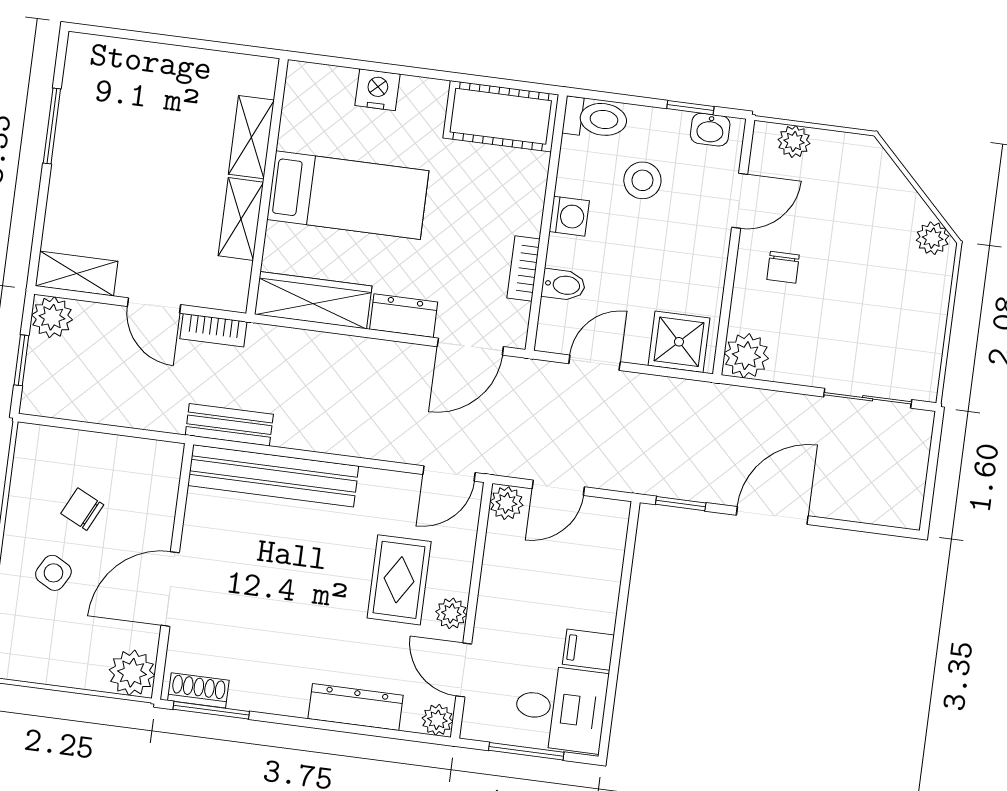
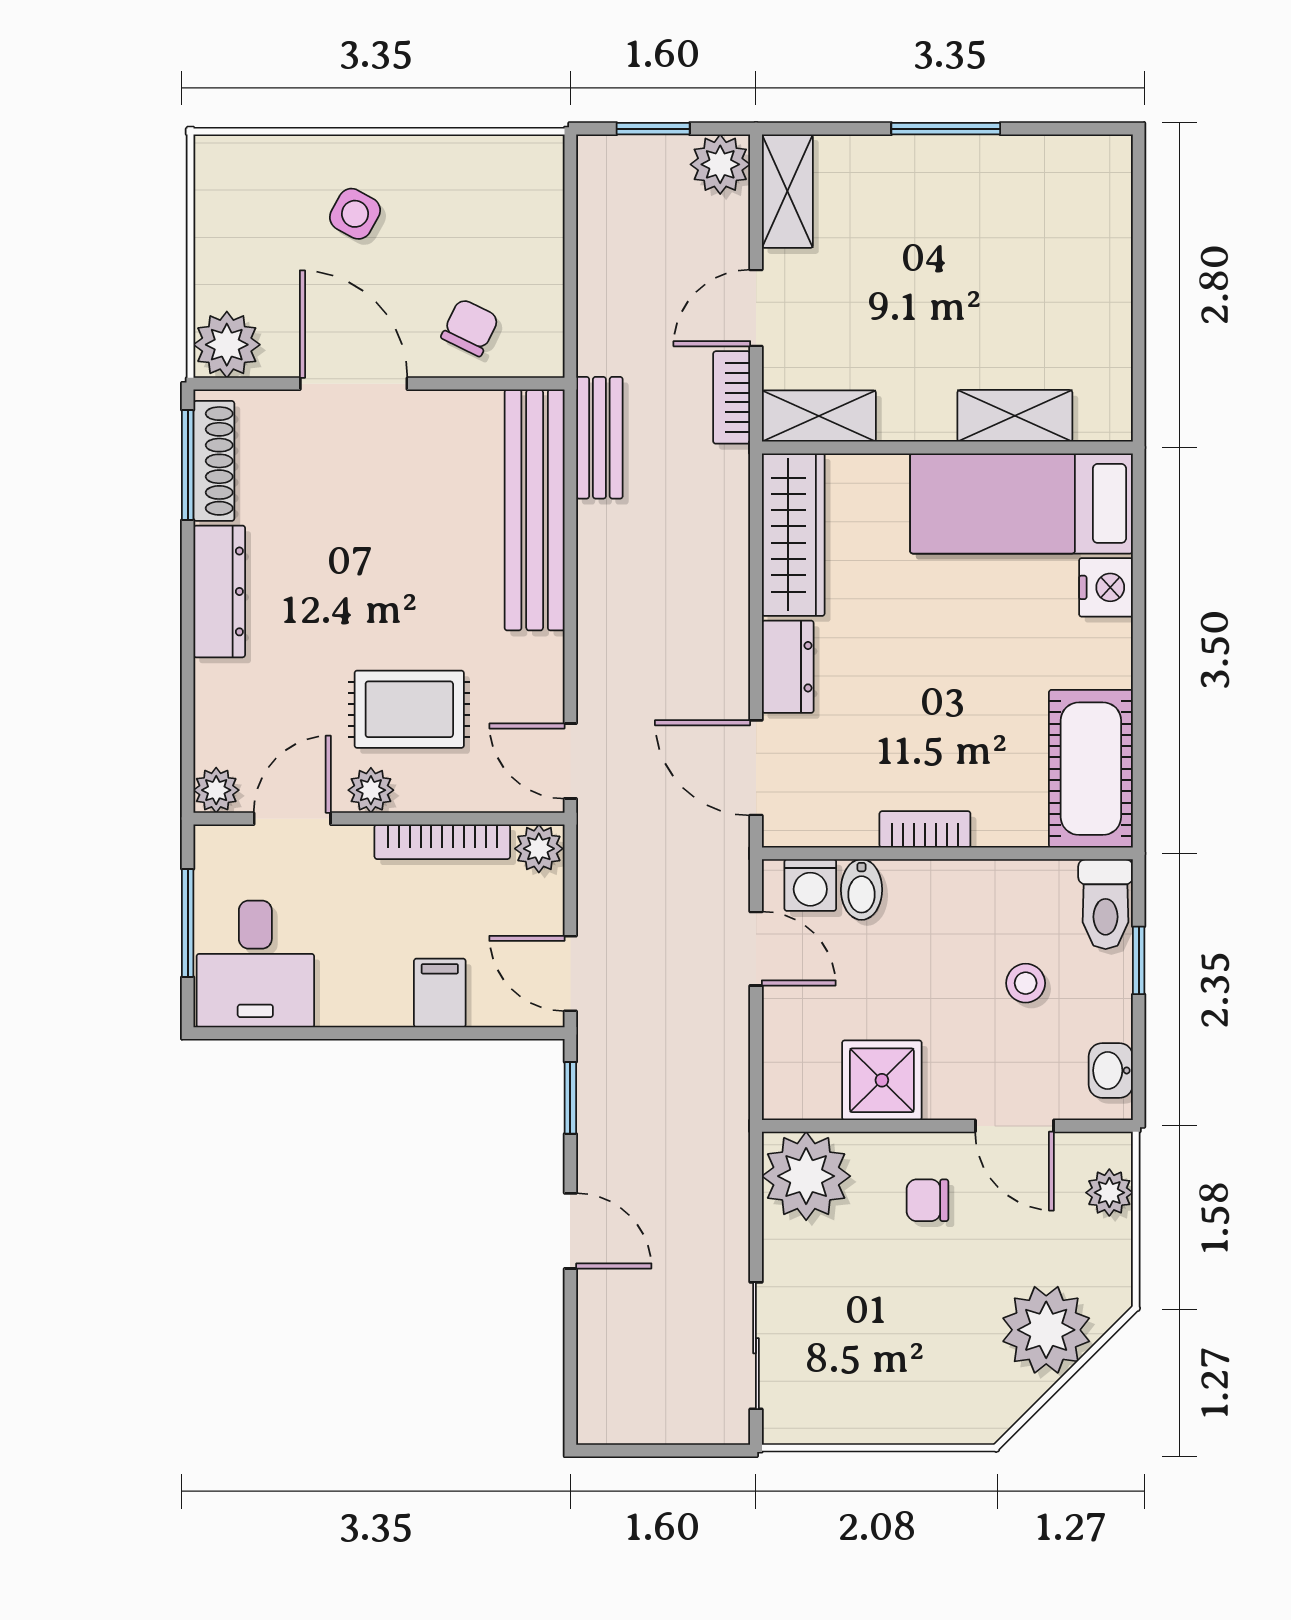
window: (690, 108) -> (1139, 960), moved
window: (52, 126) -> (946, 129), moved
stool: (642, 180) -> (1026, 983), width x0.73, depth x0.73
bed: (348, 195) -> (1021, 503), moved, turned 90
washing machine: (569, 216) -> (810, 885), moved
shelving: (241, 219) -> (819, 416), moved
plant: (933, 238) -> (1046, 1330), moved, width x1.88, depth x1.88
bookcase: (523, 269) -> (925, 829), moved
shower: (679, 342) -> (882, 1080), moved
plant: (746, 356) -> (806, 1176), width x1.36, depth x1.36
door: (558, 488) -> (570, 973), moved
chair: (82, 509) -> (470, 327), moved
door: (772, 516) -> (570, 1231), width x0.73
bookcase: (493, 569) -> (442, 842), added
filing cabinet: (588, 650) -> (440, 993), moved
shoe rack: (198, 690) -> (214, 461), width x1.43
dresser: (356, 707) -> (219, 591), moved

